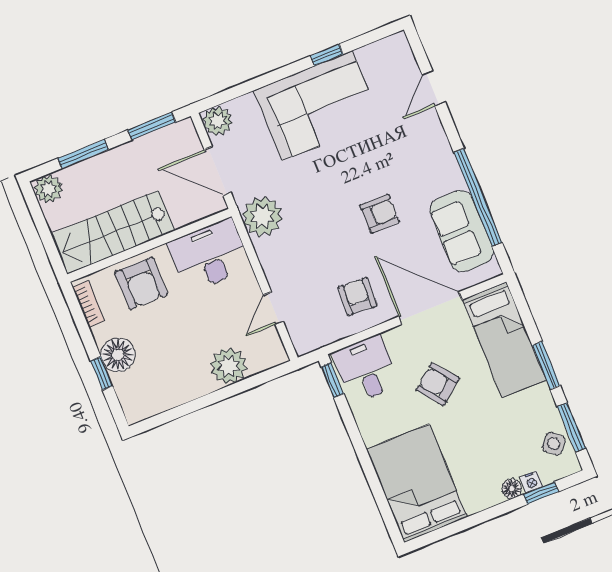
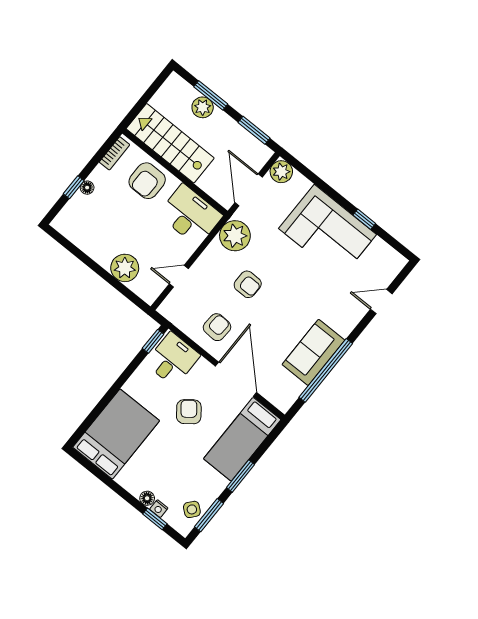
plant: (48, 189) -> (203, 107), moved
armchair: (380, 214) -> (248, 284), moved
sofa: (462, 231) -> (313, 352), moved
floor lamp: (118, 355) -> (87, 188), width x0.53, depth x0.53

